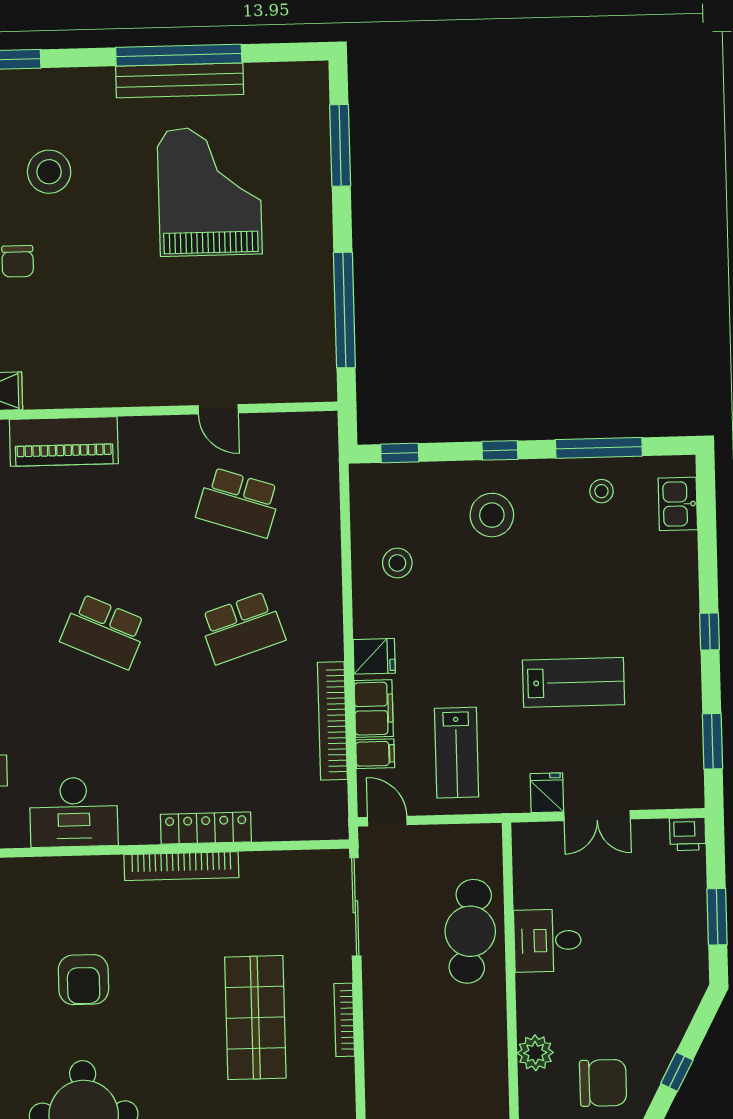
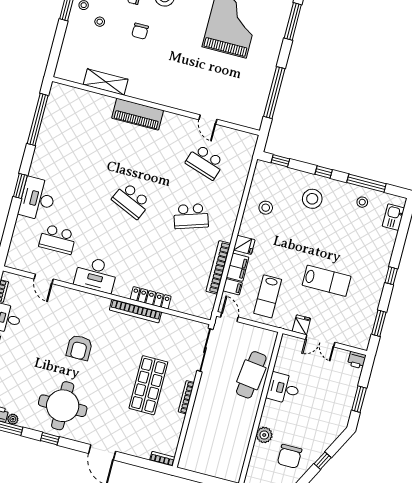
chair: (603, 1083) -> (290, 456), turned 90

